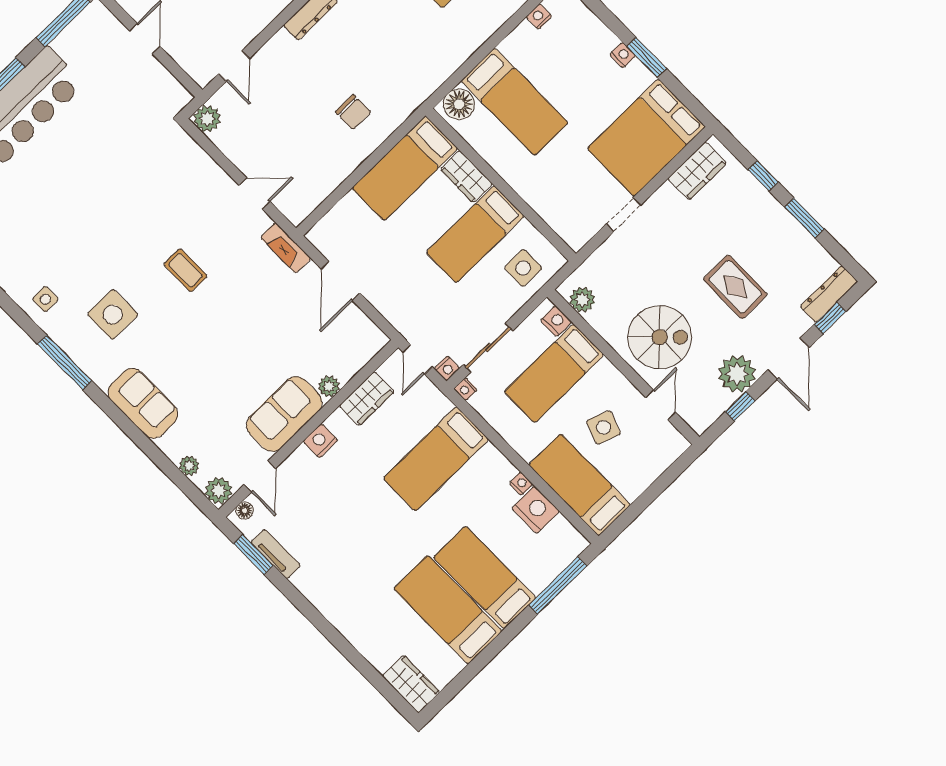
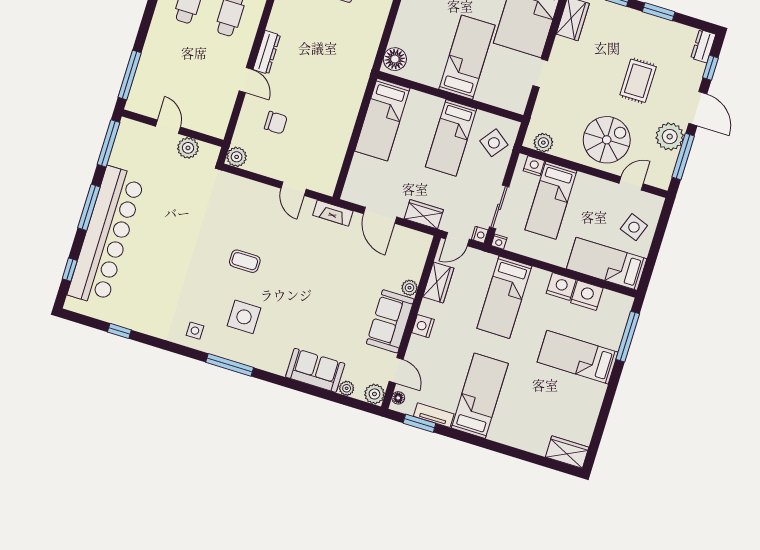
door: (234, 66) -> (246, 80), moved
plant: (155, 77) -> (188, 148), added
bed: (515, 102) -> (467, 57), moved, turned -90
chair: (353, 112) -> (276, 123), moved
wardrobe: (466, 177) -> (424, 214), moved, turned 180
door: (255, 193) -> (294, 189), swing flipped
side table: (523, 268) -> (494, 143), turned 37
coffee table: (185, 270) -> (245, 261), moved
rug: (735, 287) -> (638, 81), turned 90
dresser: (829, 294) -> (703, 46), width x0.70
door: (418, 359) -> (457, 239), hinge flipped
sofa: (143, 403) -> (315, 370), moved
door: (661, 405) -> (631, 183), hinge flipped
window: (740, 406) -> (683, 156), width x2.17
side table: (604, 427) -> (634, 227), moved
nightstand: (521, 484) -> (561, 286), width x1.89, depth x1.79
bed: (448, 610) -> (480, 396), moved, turned 90

